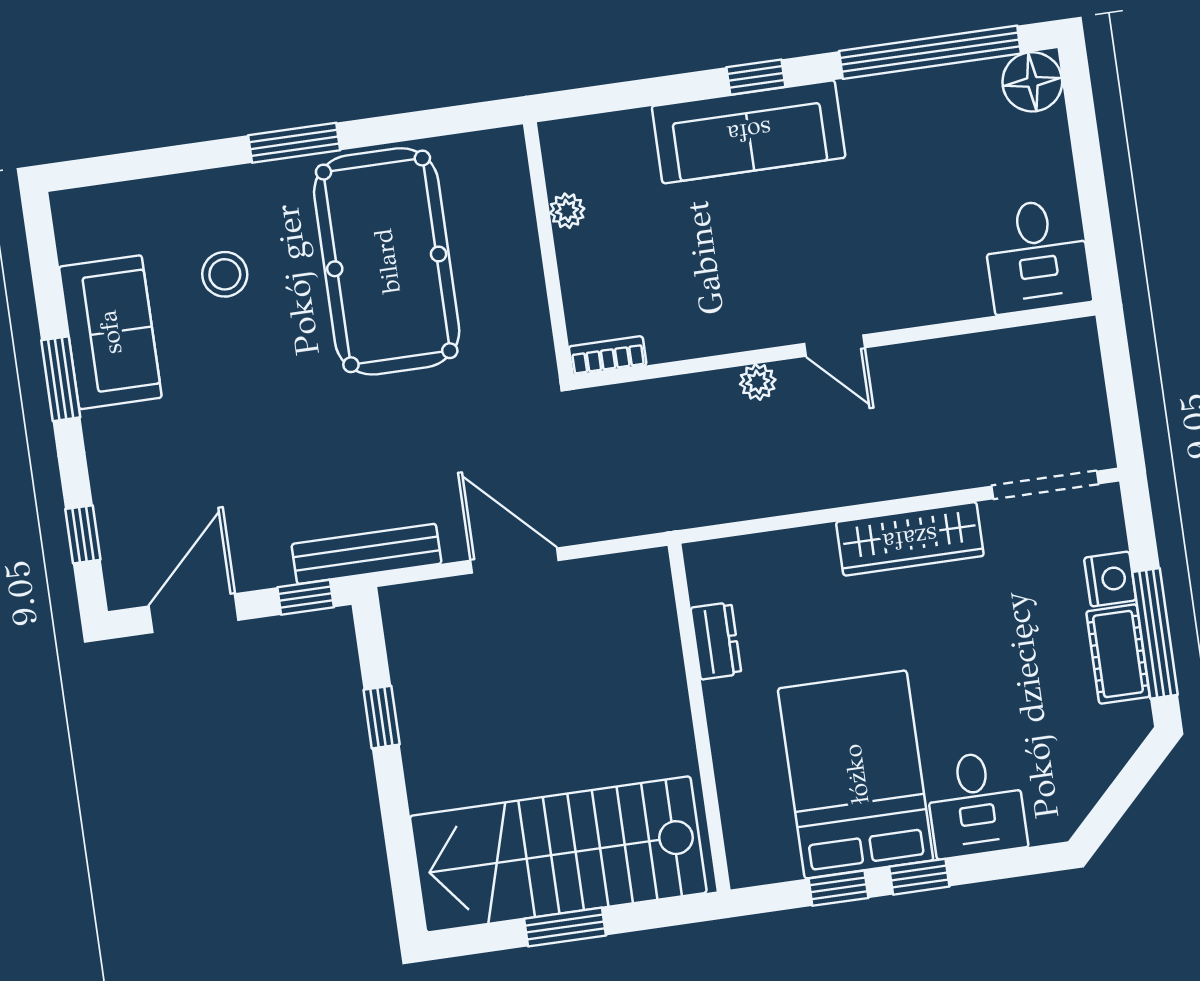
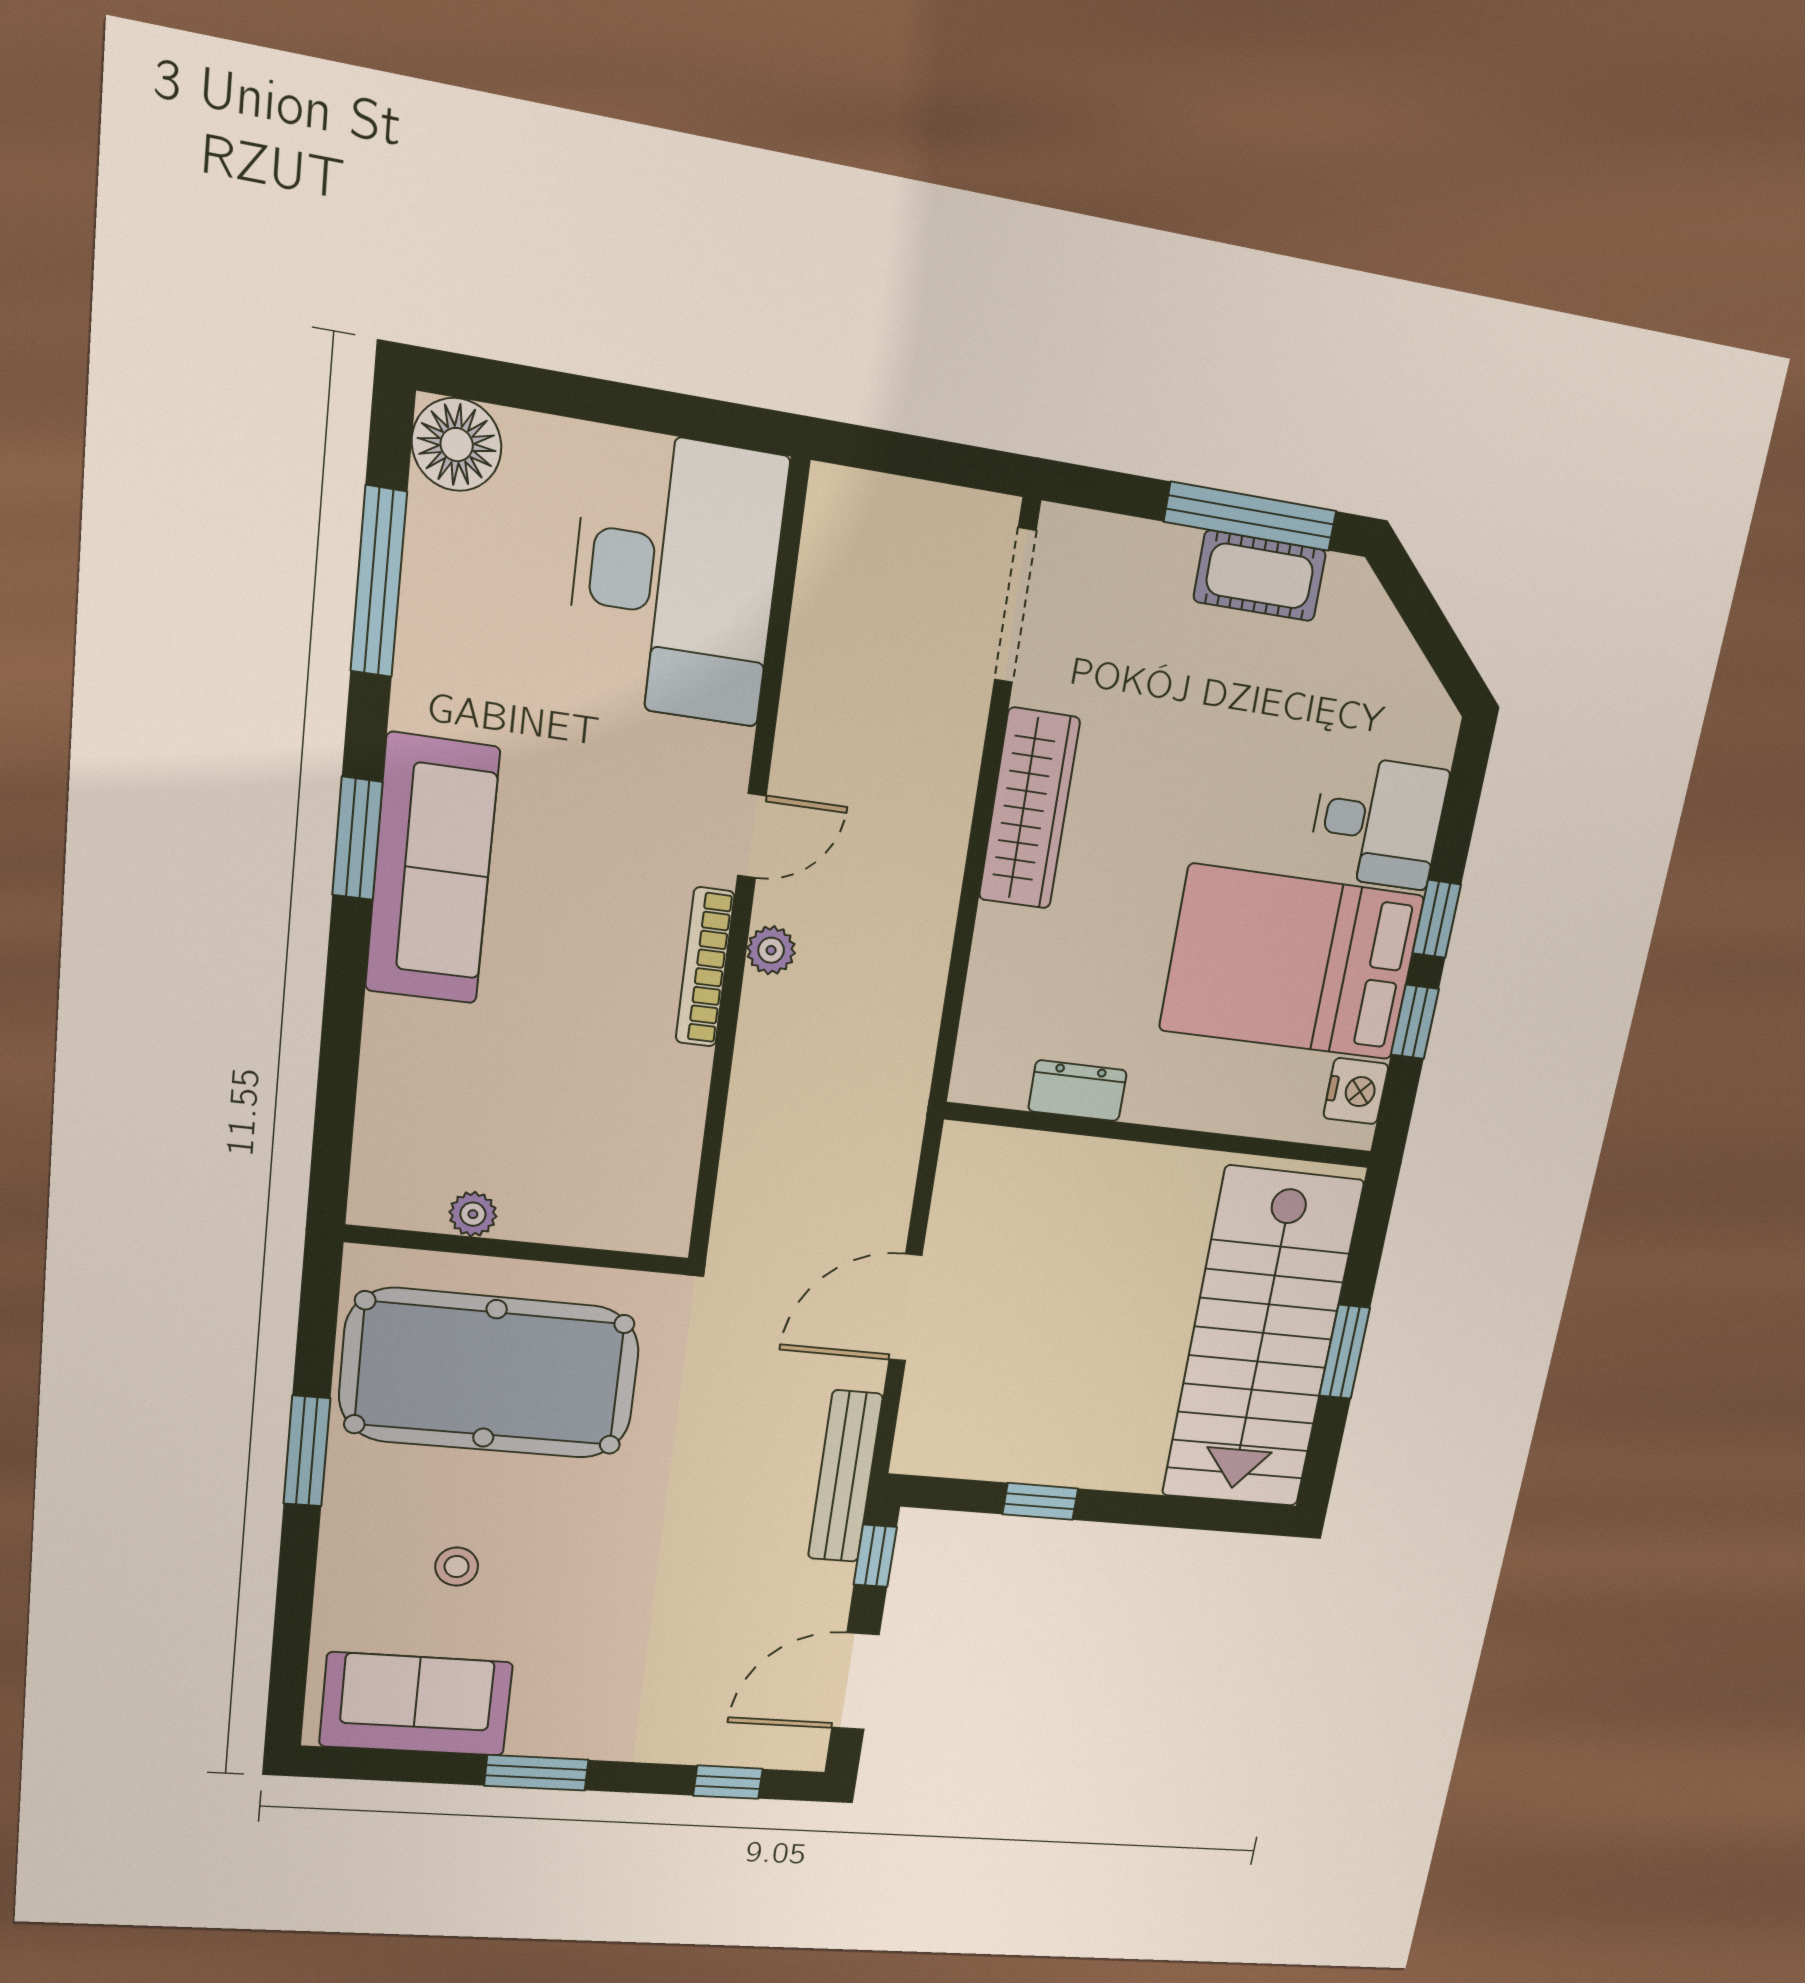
window: (930, 52) -> (379, 582), width x0.68
window: (756, 77) -> (357, 839), width x1.50
plant: (567, 211) -> (473, 1214), moved
wall: (548, 250) -> (518, 1250), moved
desk: (1037, 256) -> (675, 578), width x1.87, depth x1.30
stool: (225, 274) -> (457, 1567), width x0.73, depth x0.73
sofa: (110, 332) -> (416, 1704), moved
bookcase: (608, 356) -> (705, 967), moved, width x1.56
nightstand: (1110, 579) -> (1356, 1091), moved, turned 90
door: (194, 613) -> (855, 1681), hinge flipped

